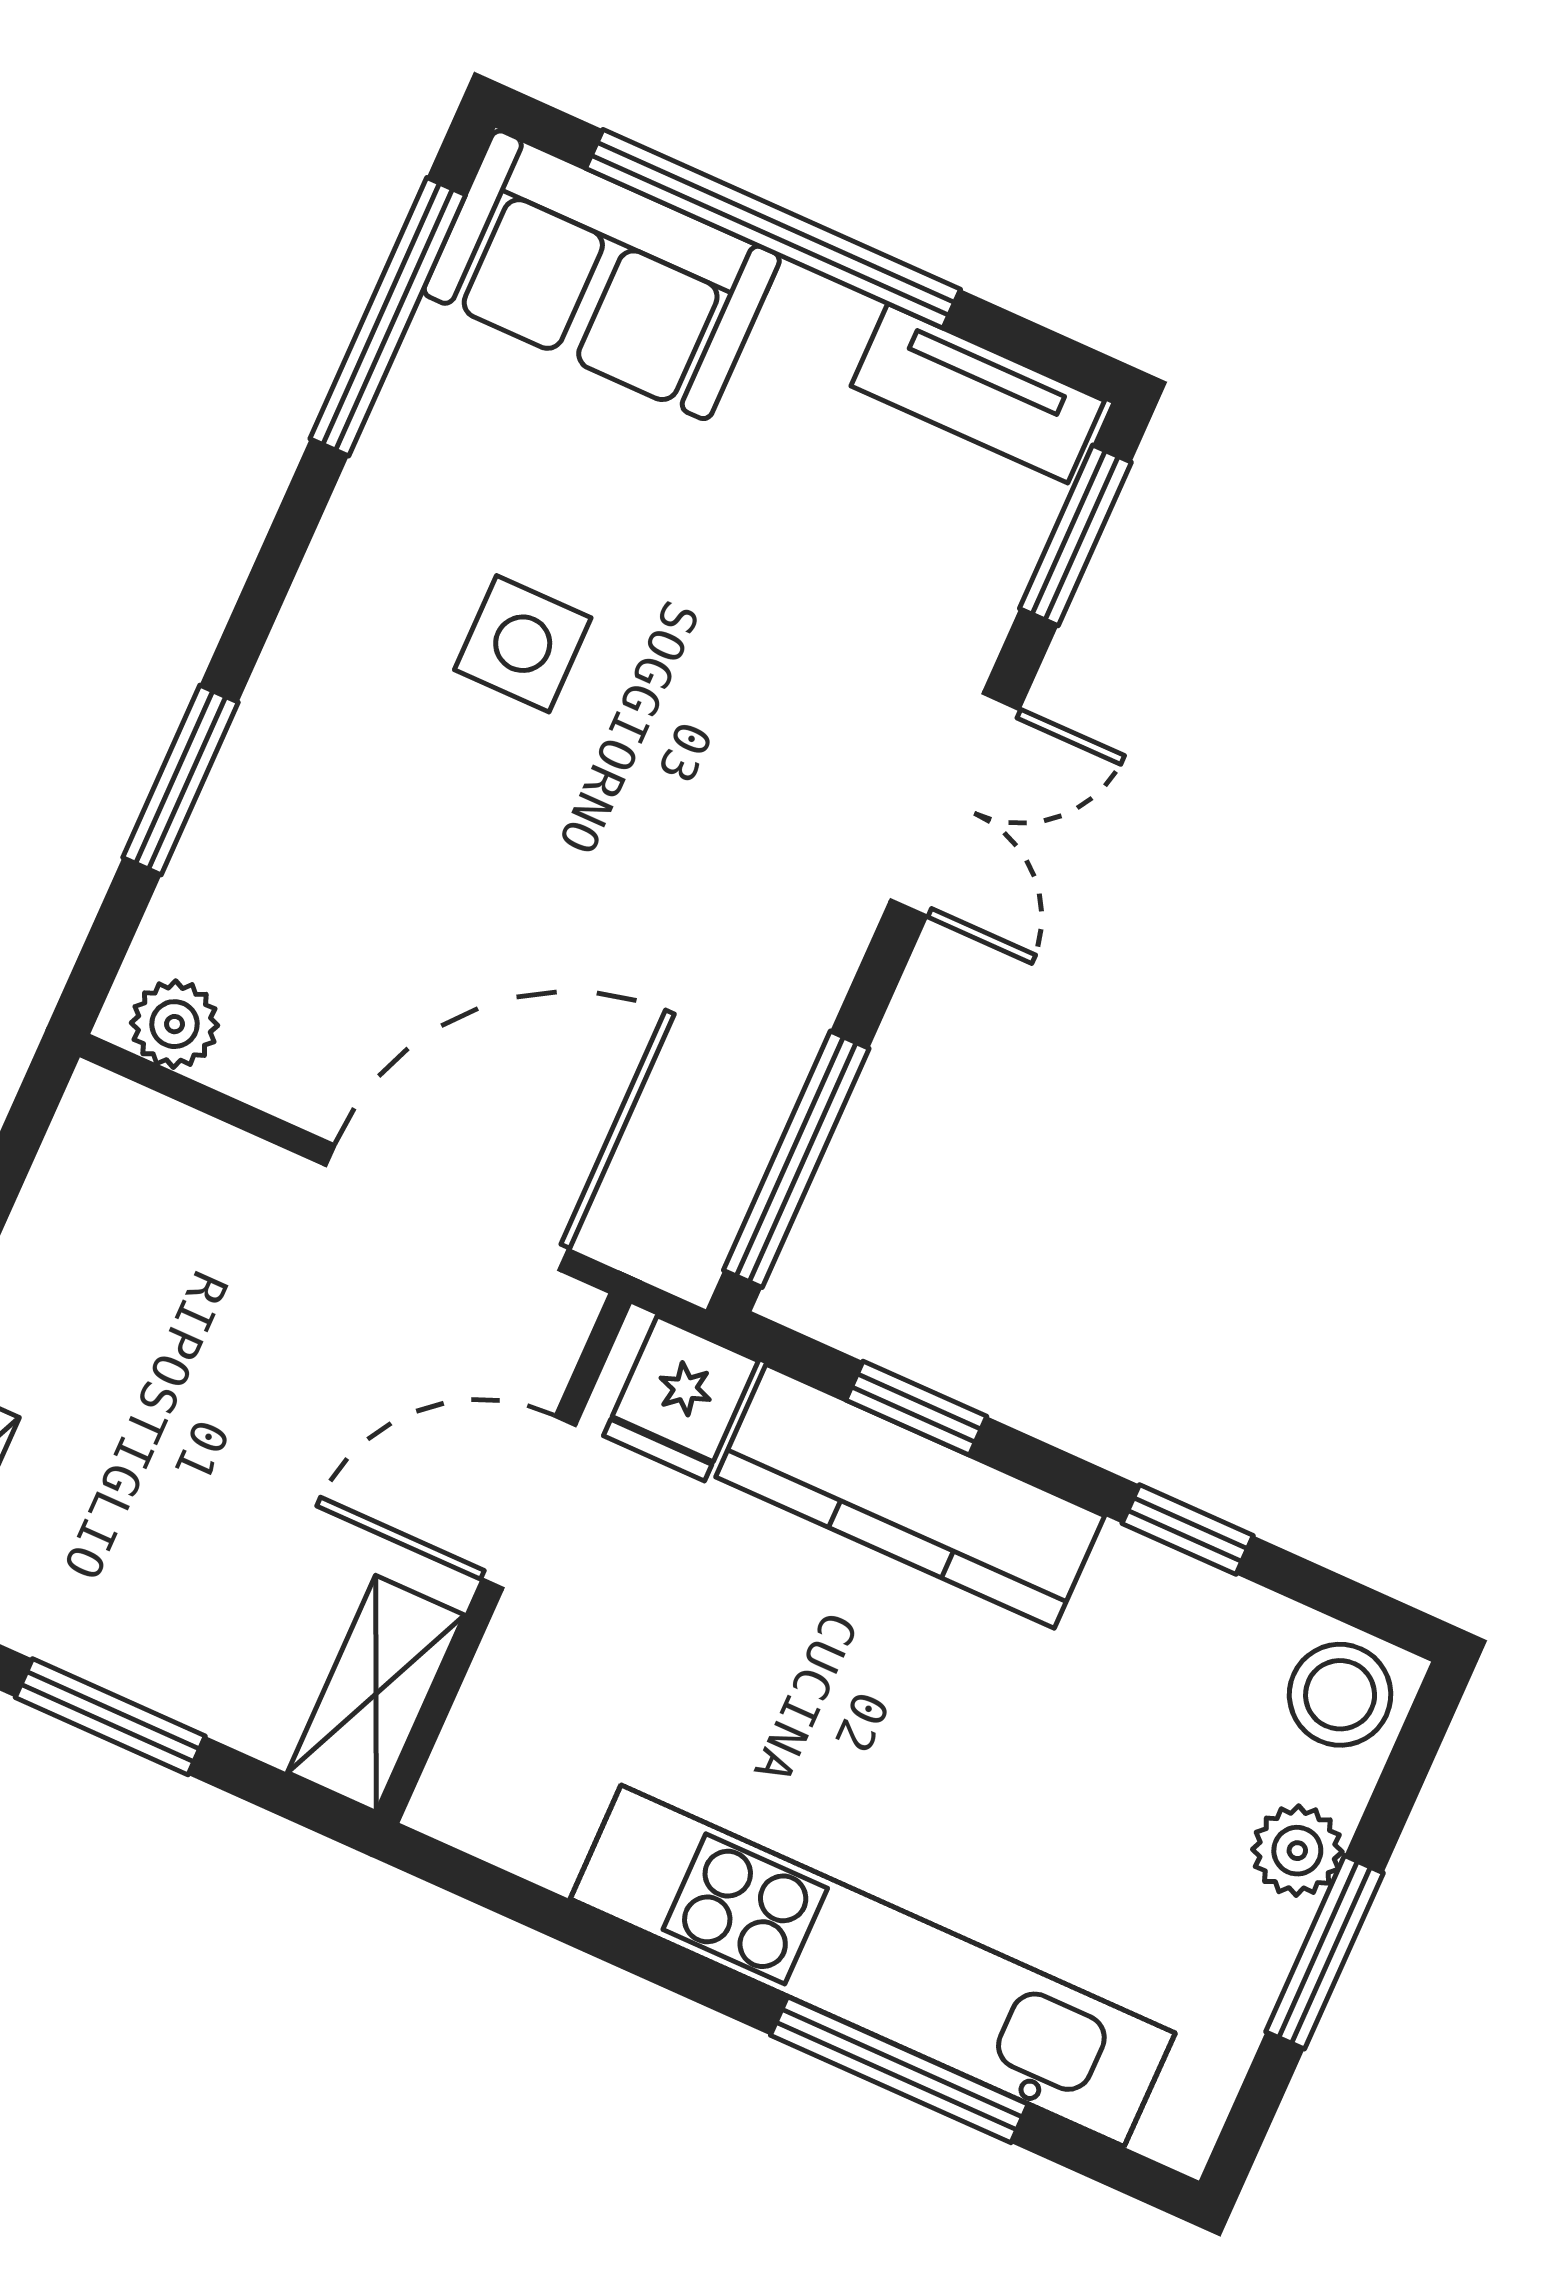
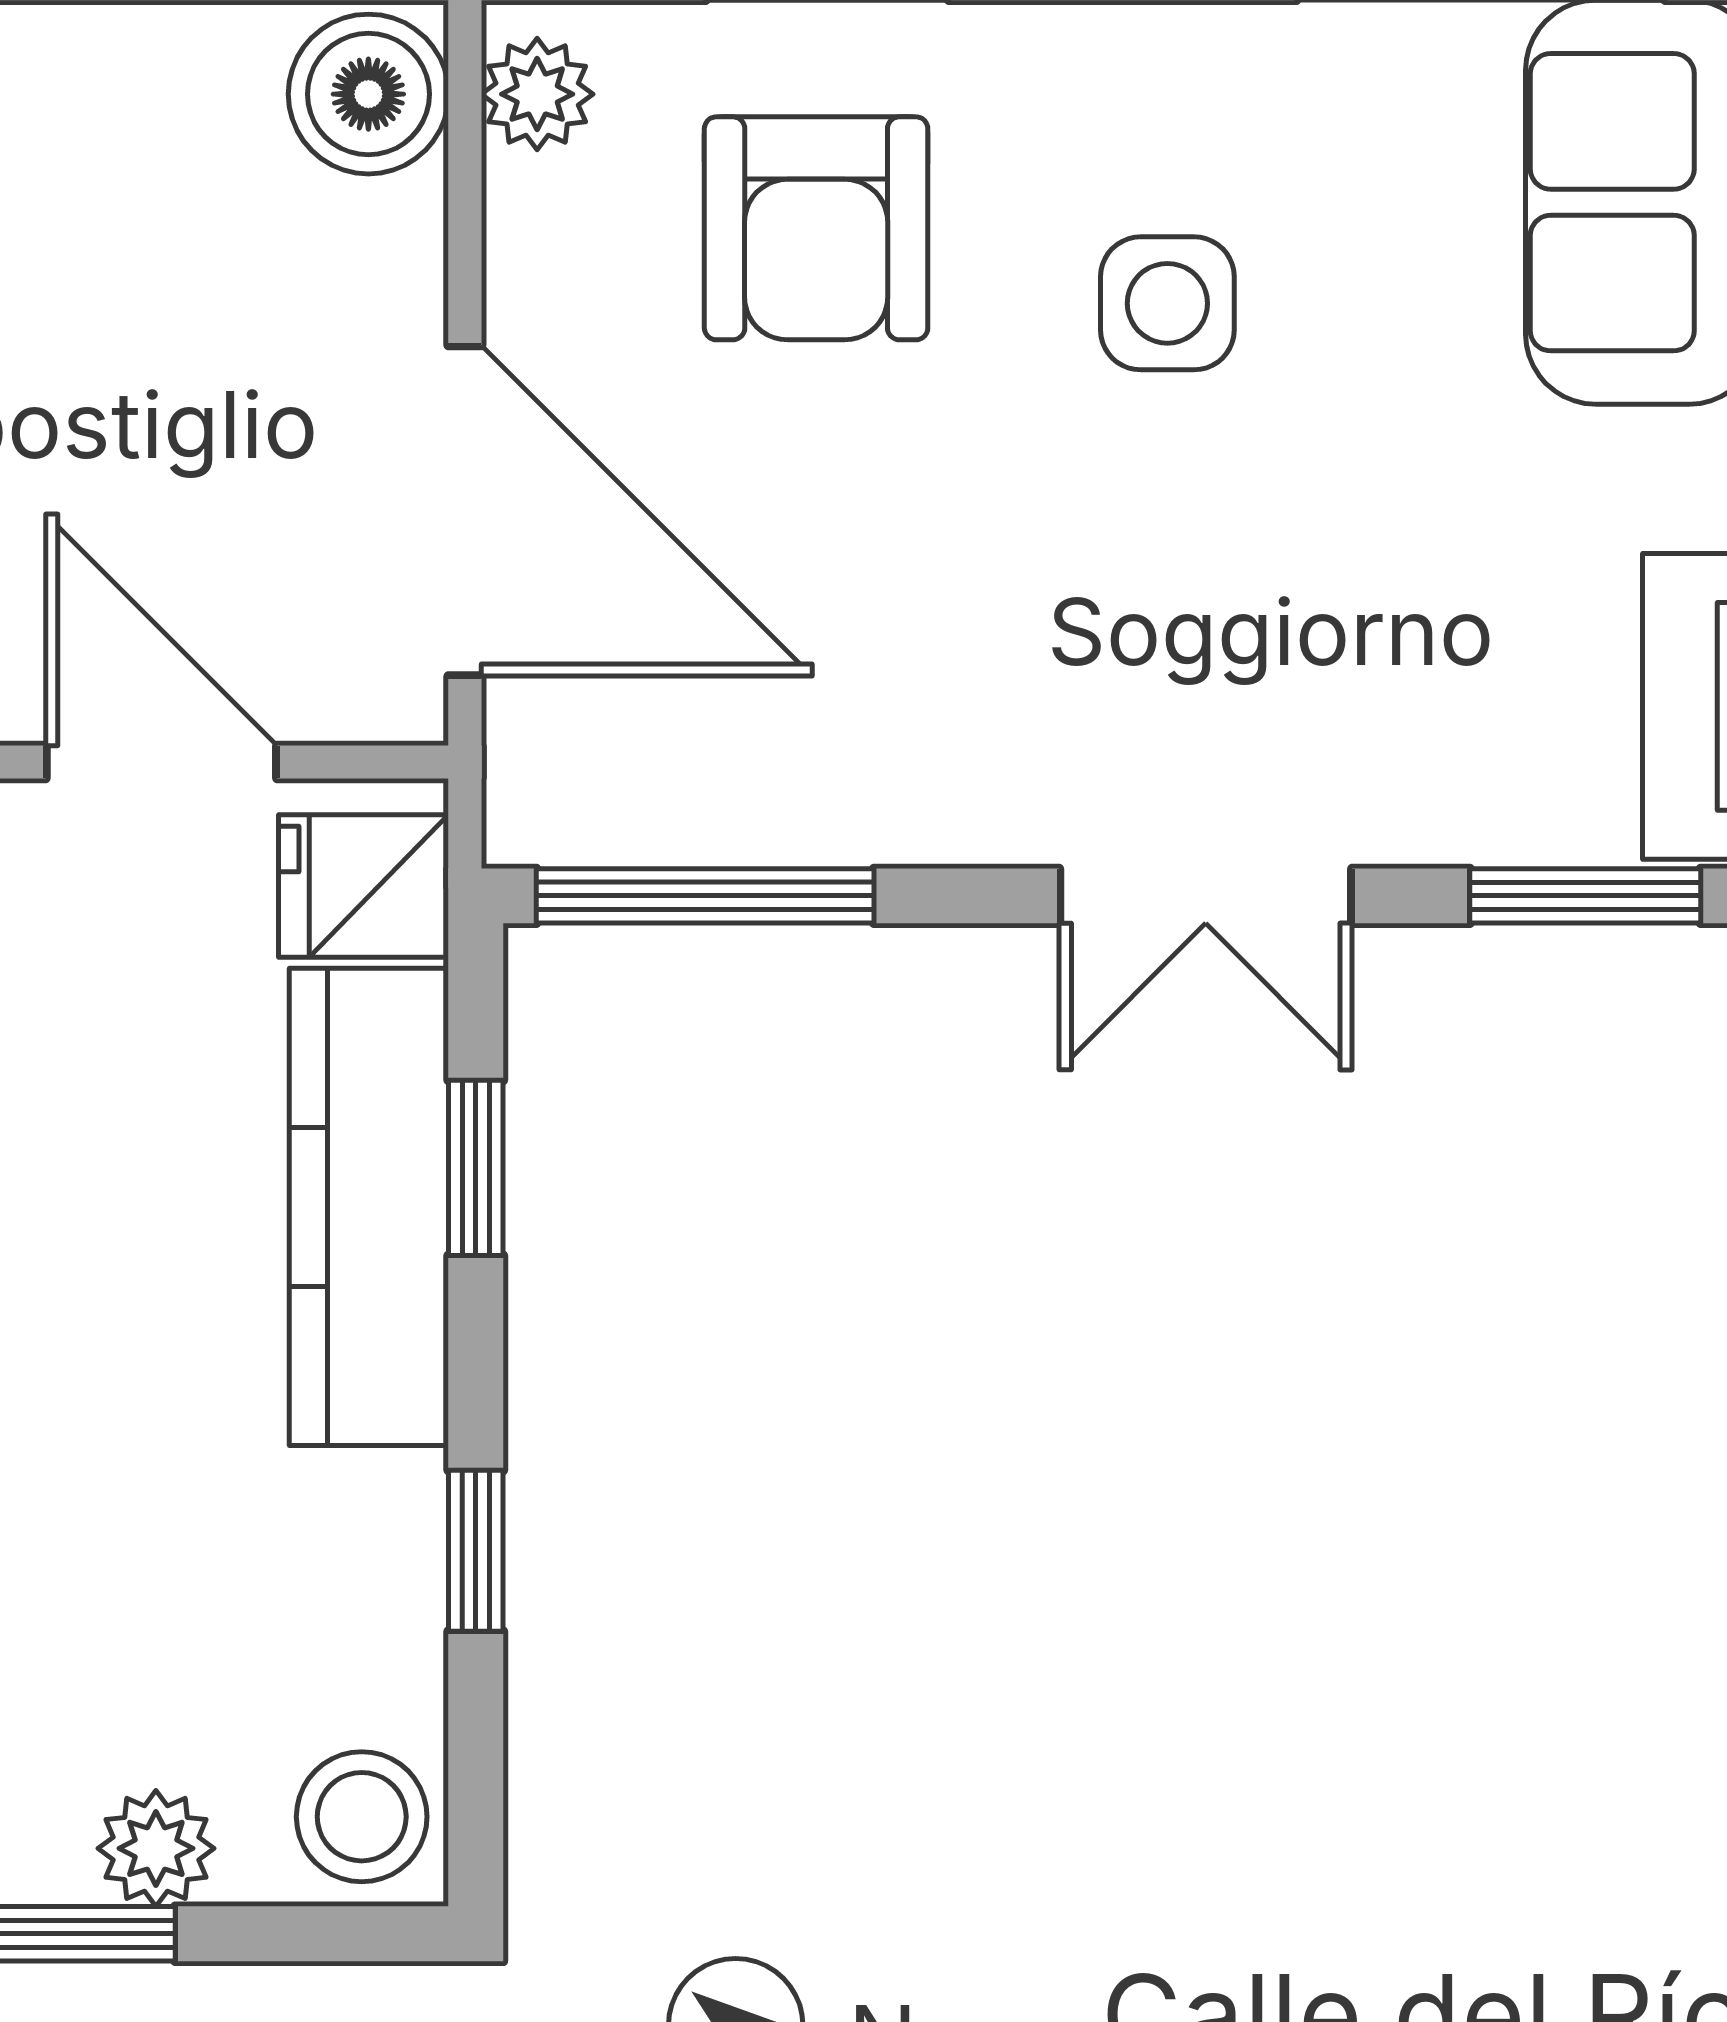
armchair: (358, 869) -> (816, 228), added
boiler: (121, 1144) -> (368, 94), added

